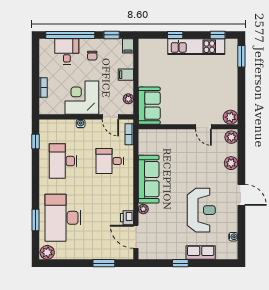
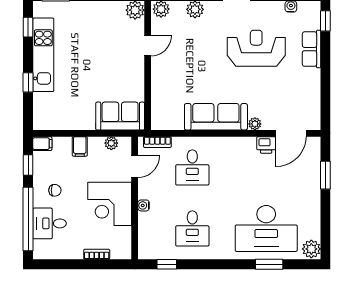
desk: (63, 161) -> (192, 228), width x0.73
window: (180, 263) -> (325, 21), moved

